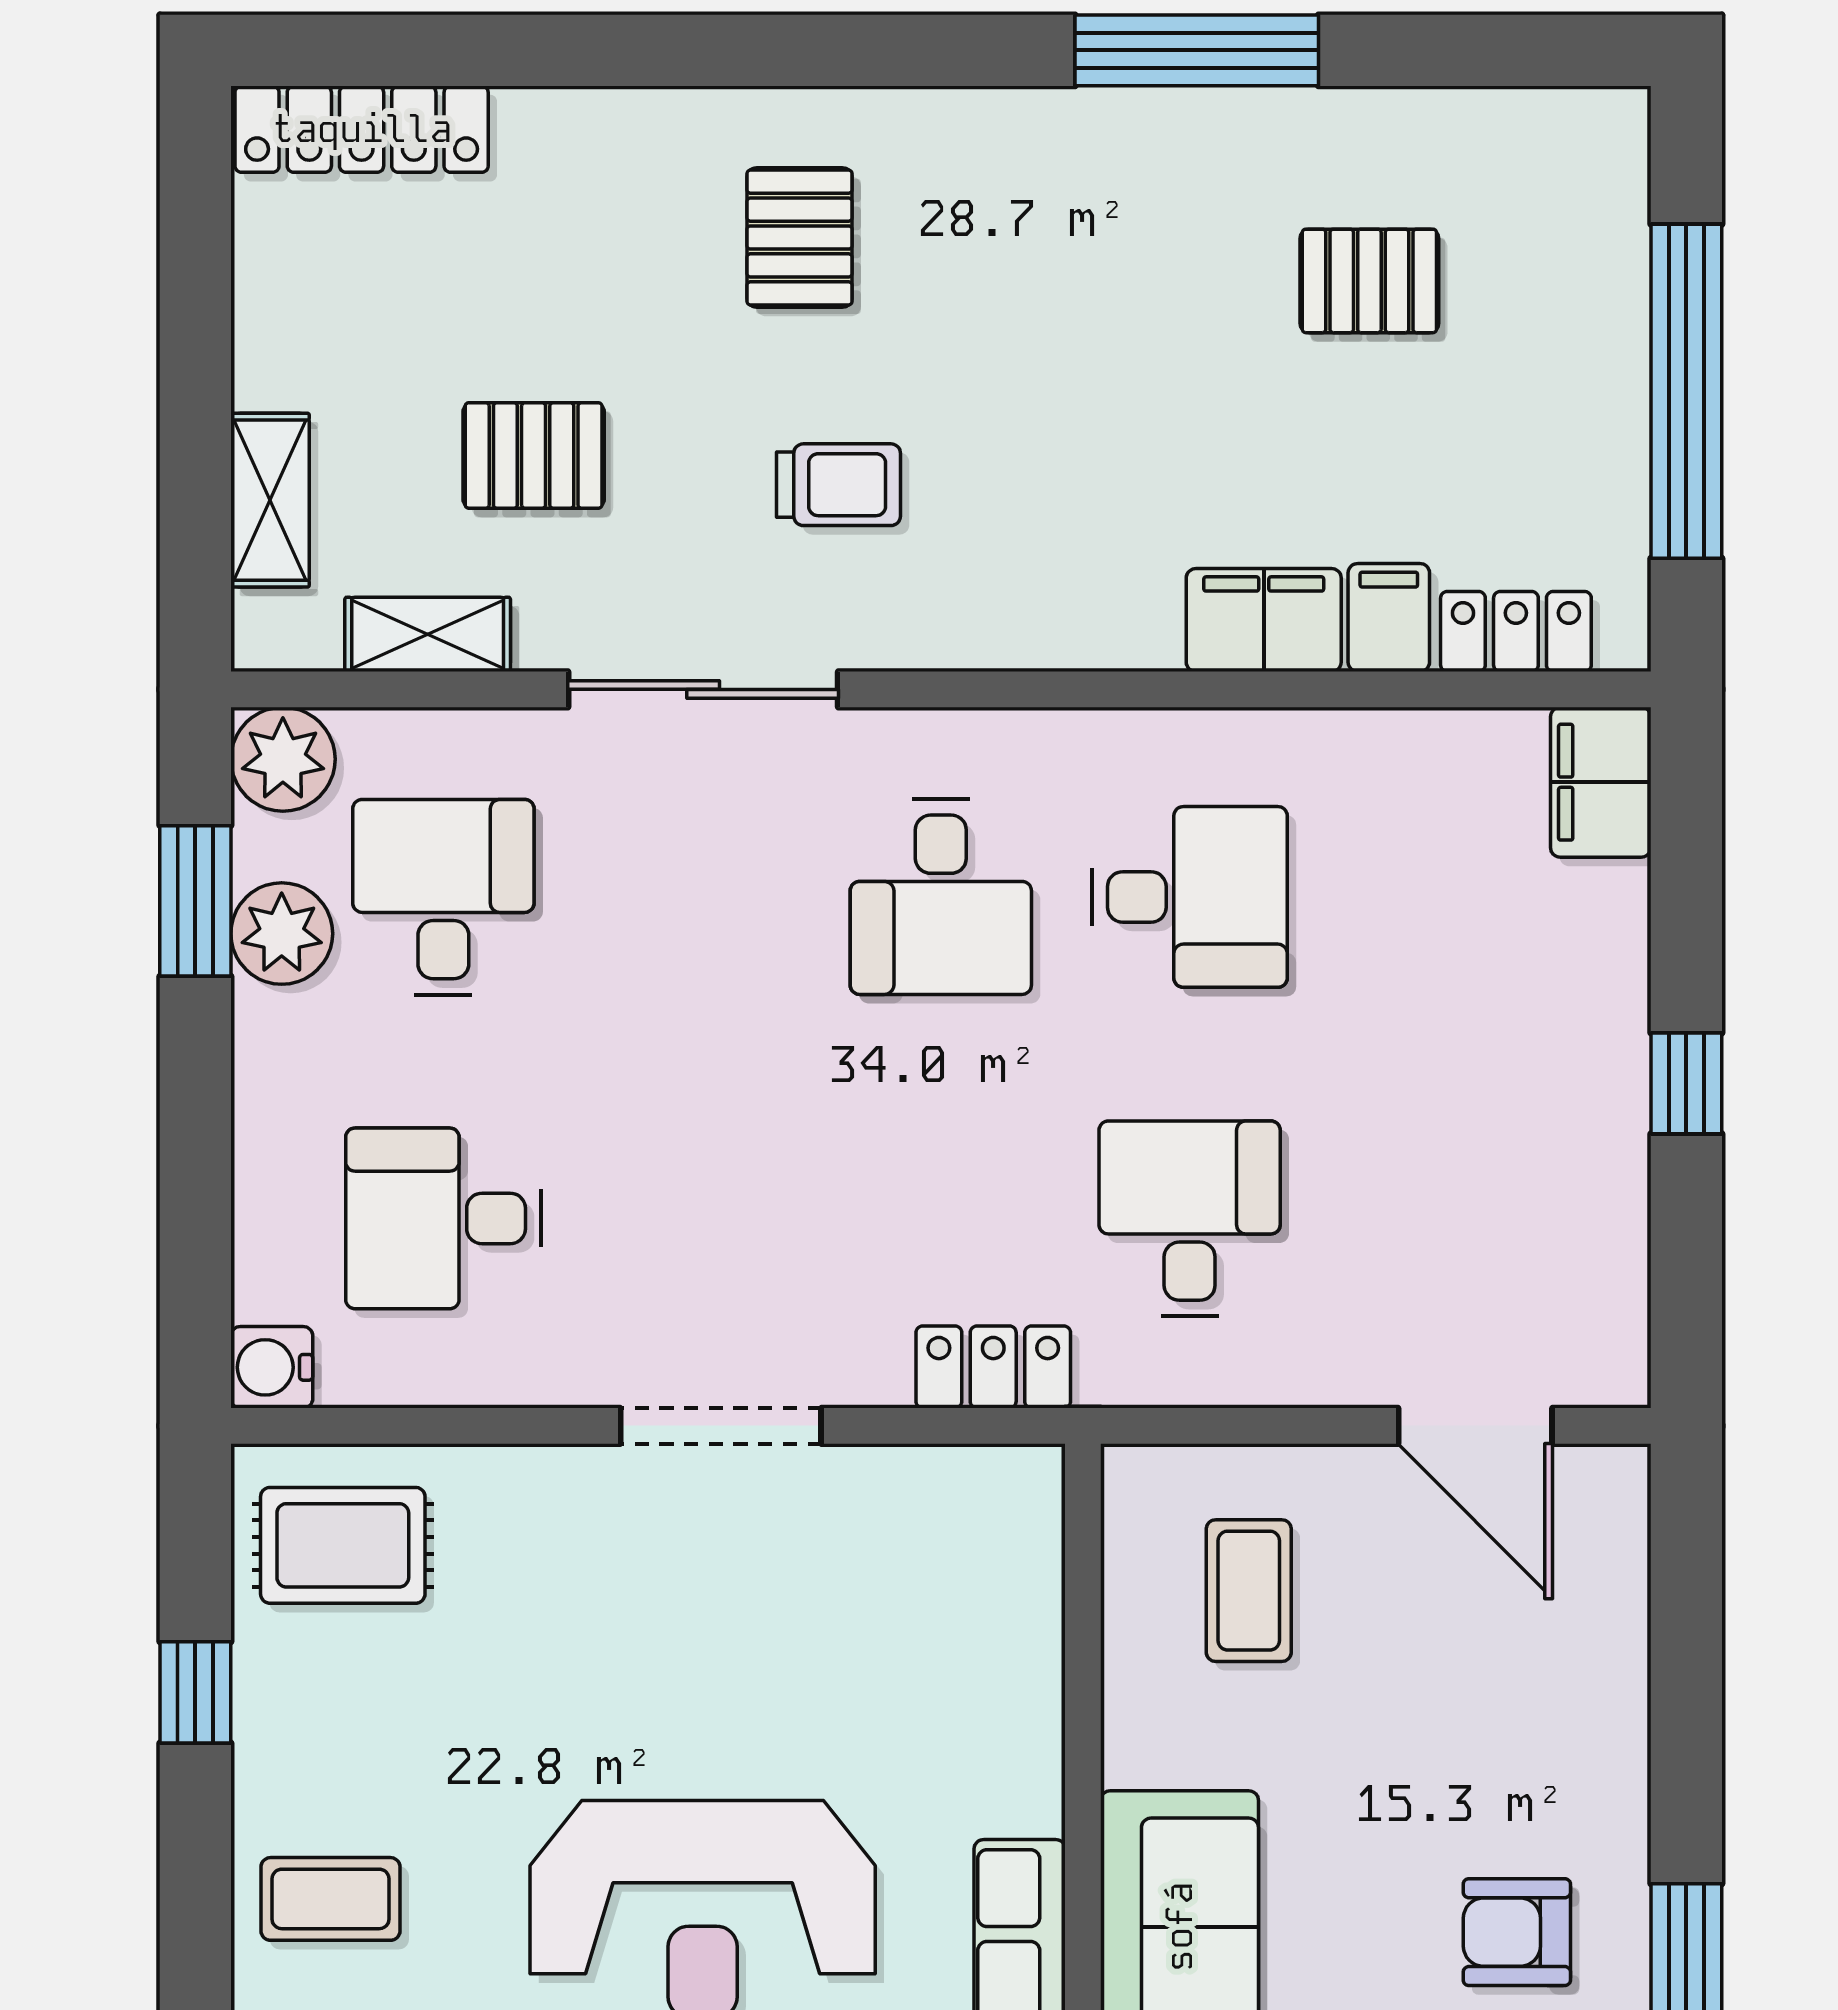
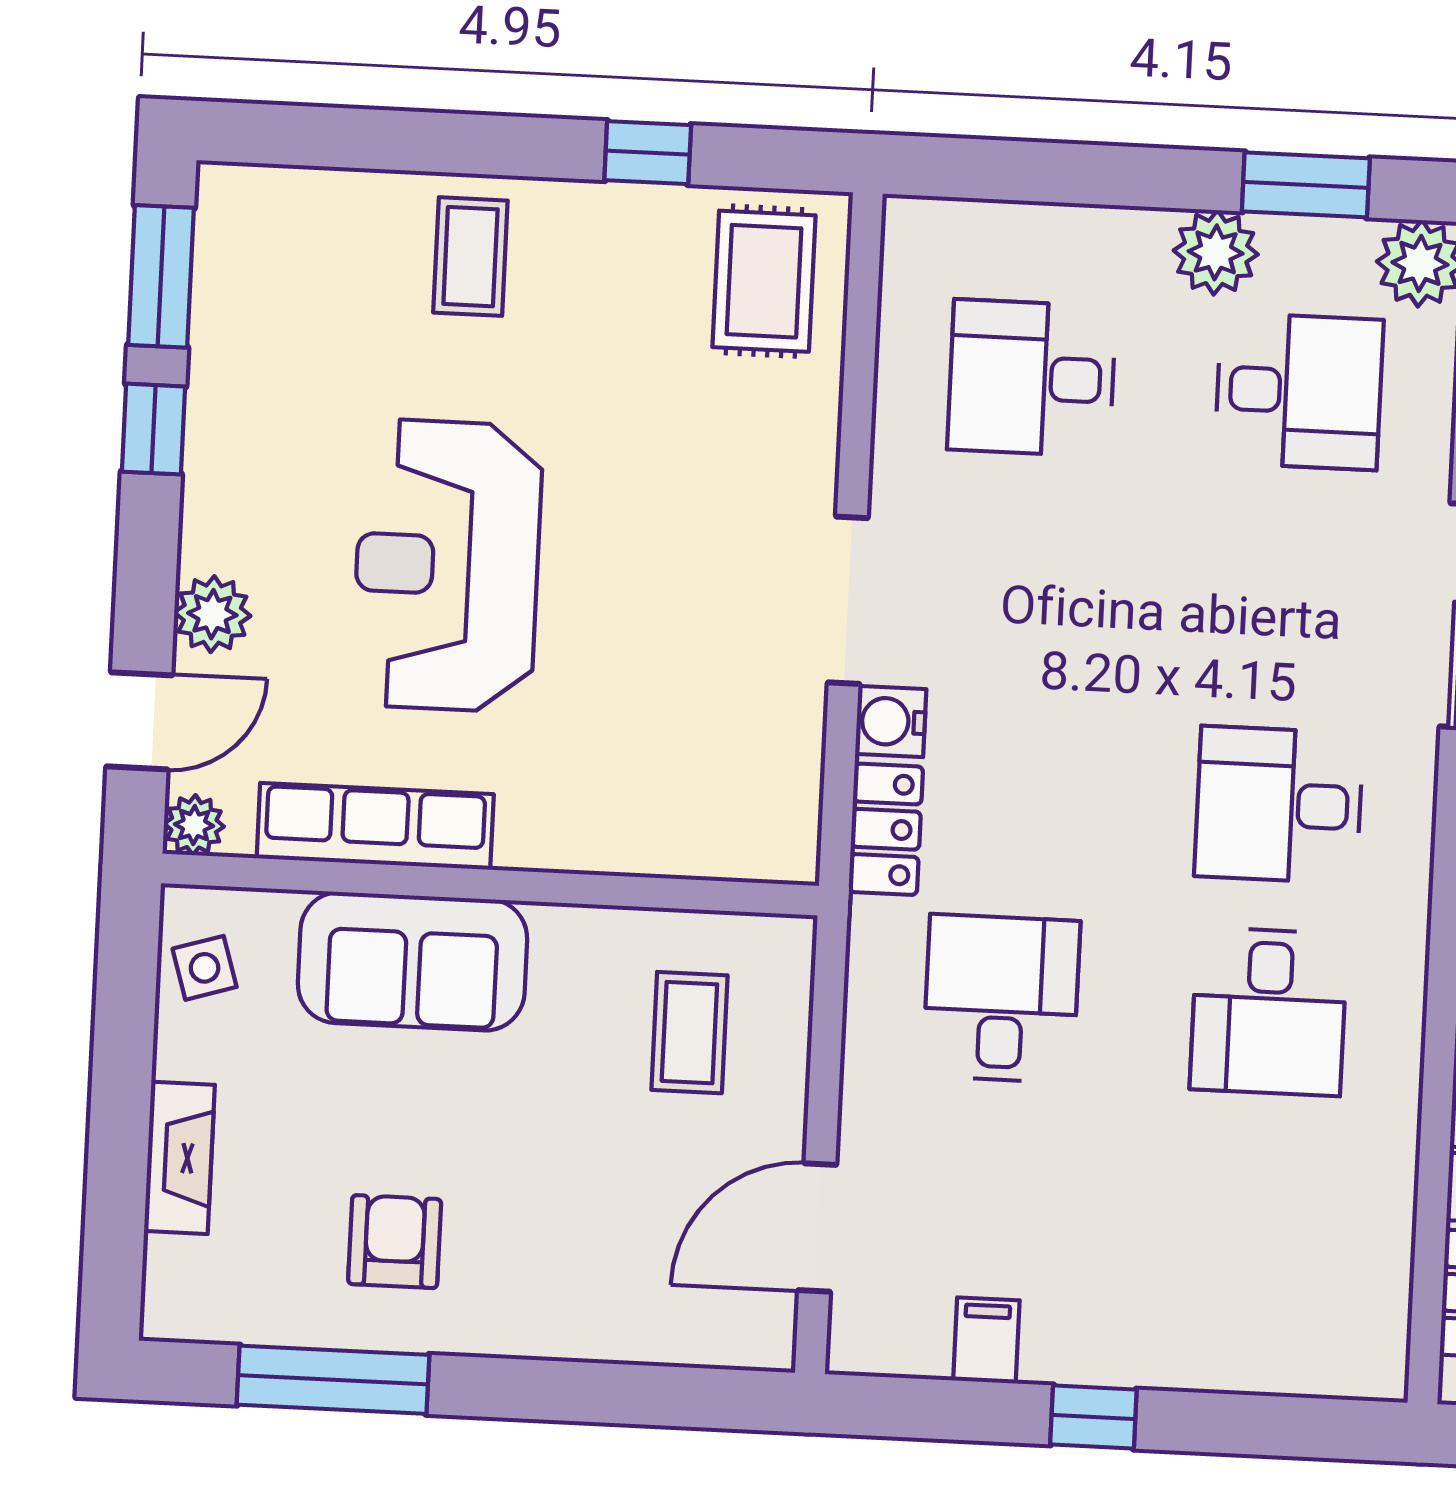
filing cabinet: (1601, 782) -> (986, 1340), moved, width x0.50
plant: (282, 934) -> (1216, 252), moved
desk: (443, 1218) -> (1032, 378), turned -90
desk: (1190, 1218) -> (1001, 998), turned -90
water cooler: (272, 1367) -> (891, 722), moved, turned -90
coffee table: (1249, 1591) -> (689, 1033), turned 90

